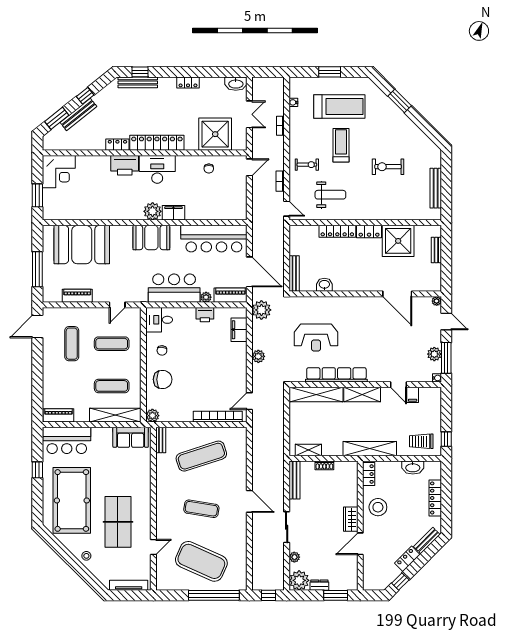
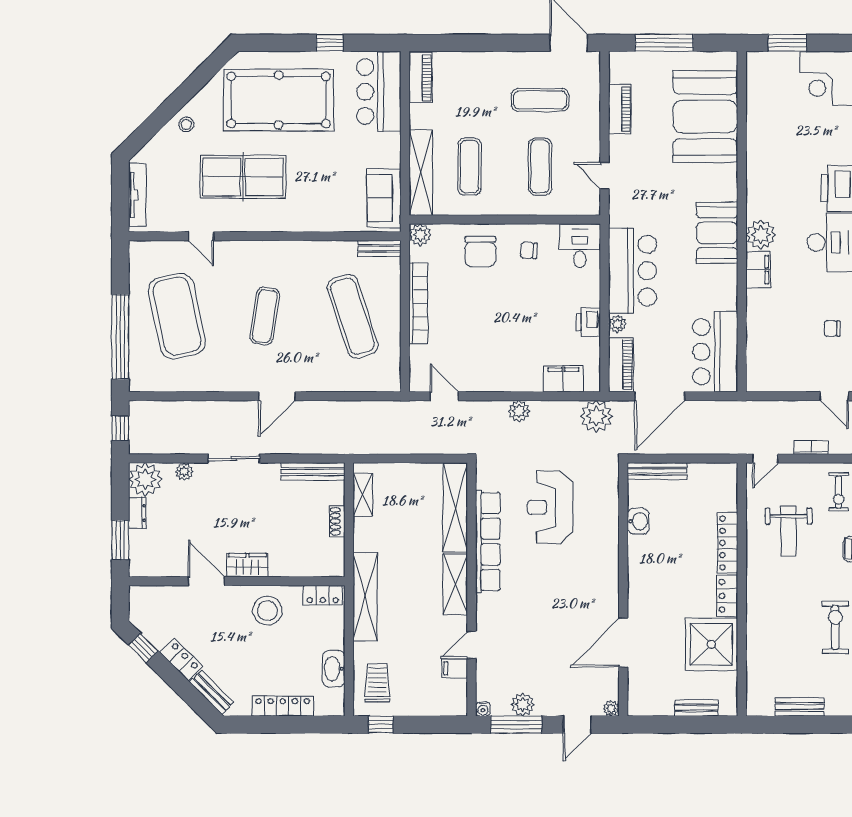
bench: (436, 188) -> (800, 707), width x0.73
bar counter: (214, 239) -> (715, 352), width x0.73
bookcase: (218, 417) -> (418, 303), moved
exercise mat: (201, 561) -> (177, 316), turned -36

